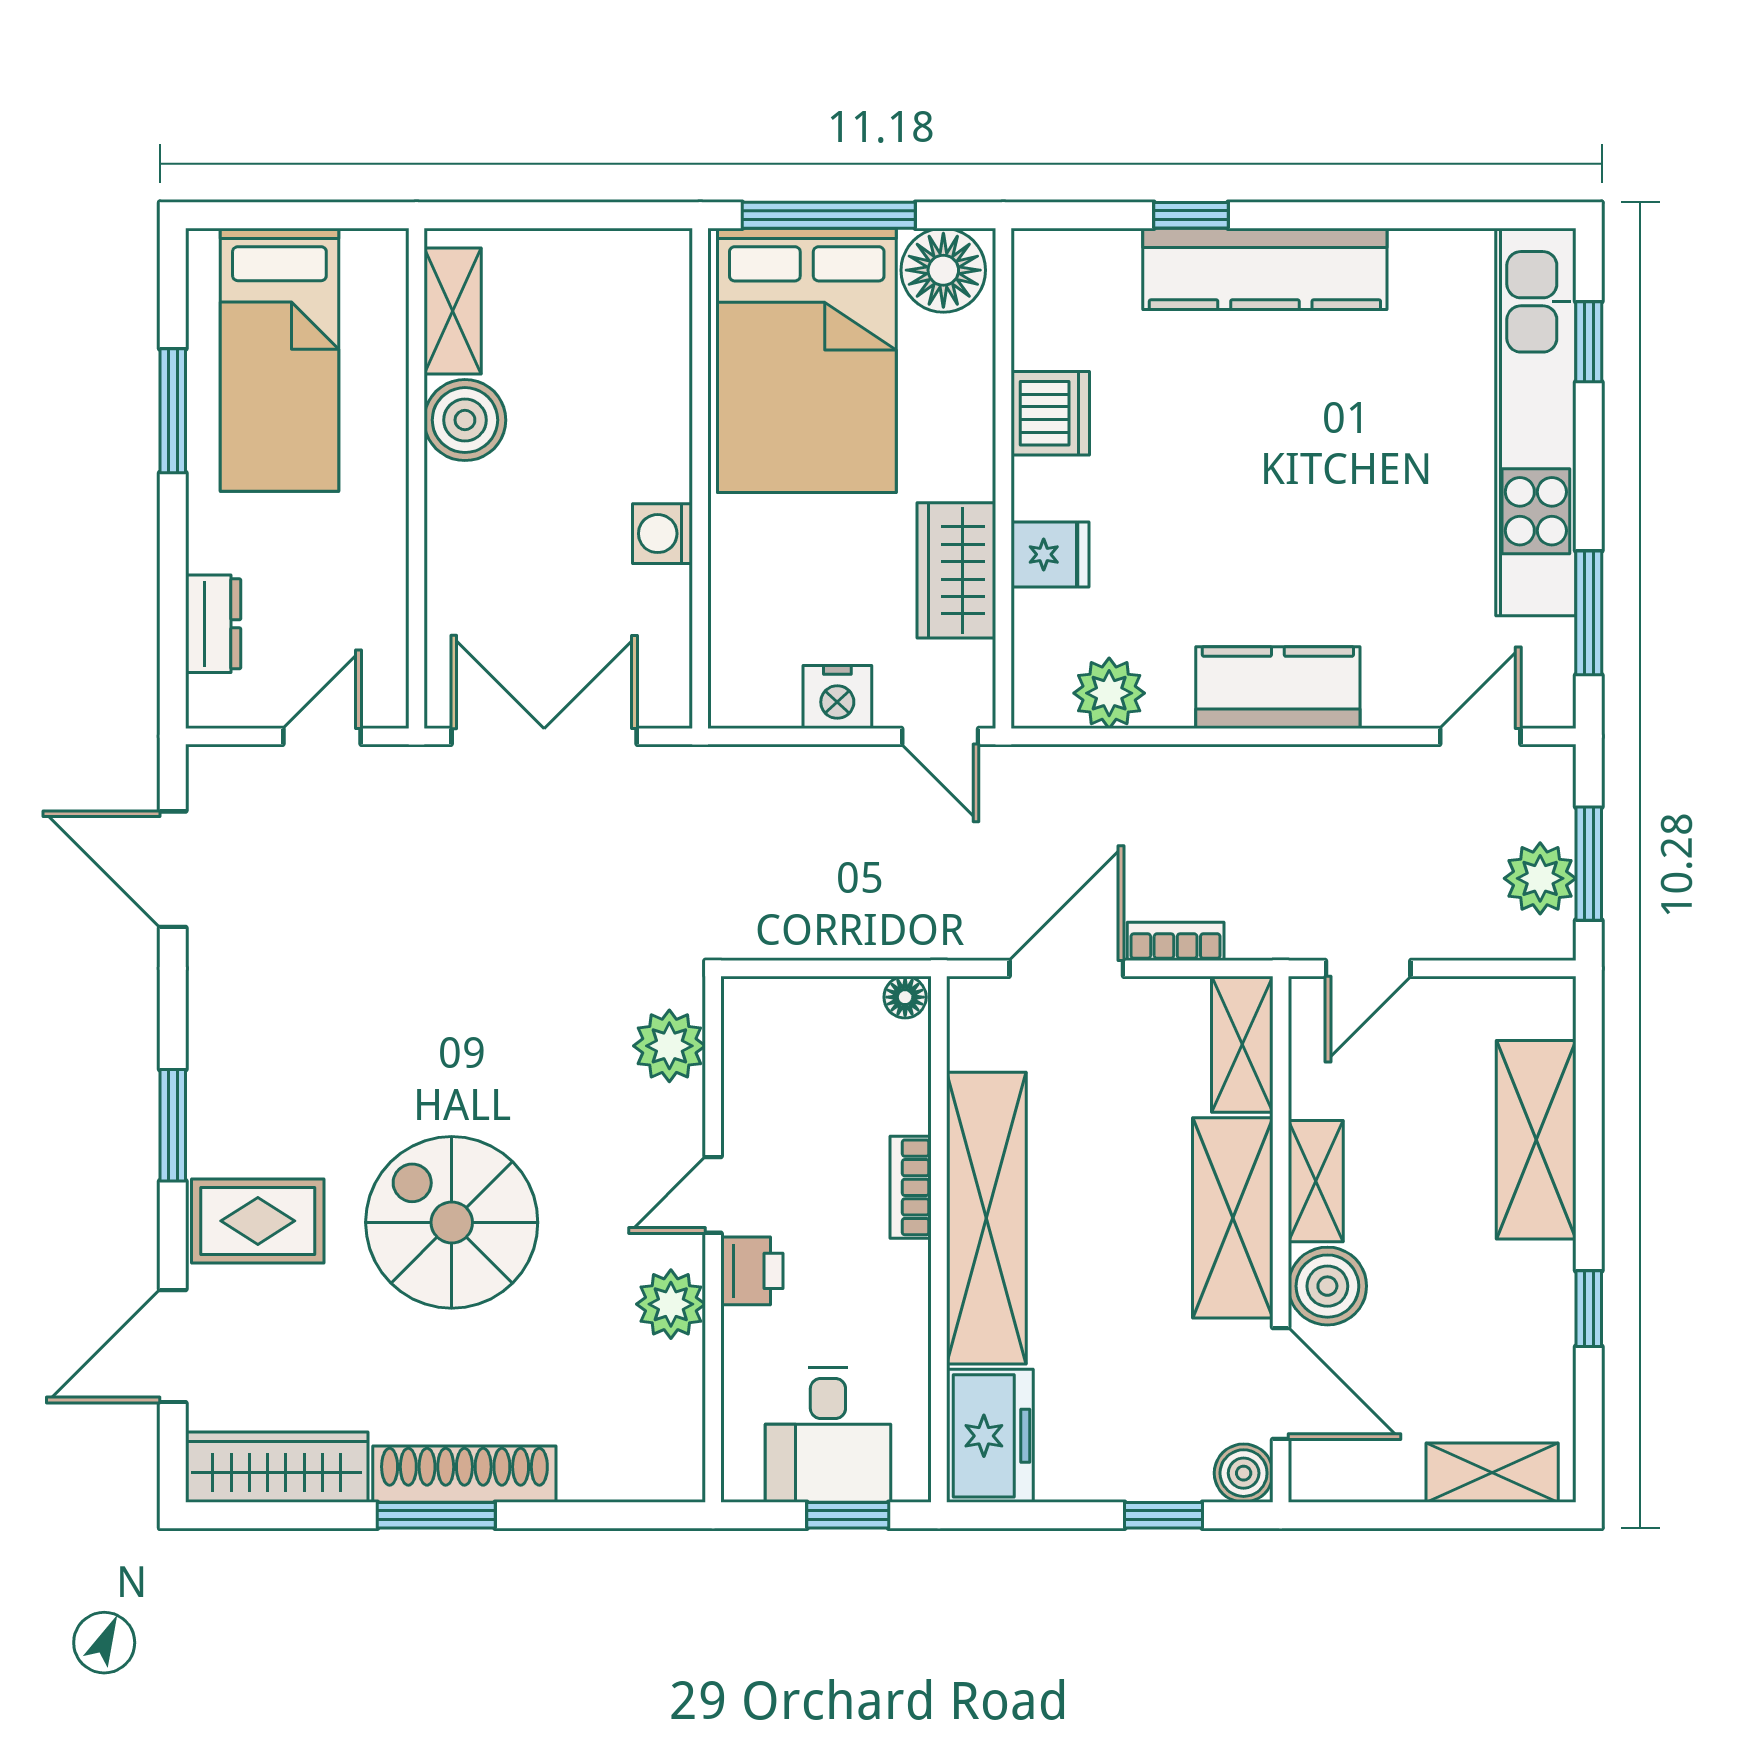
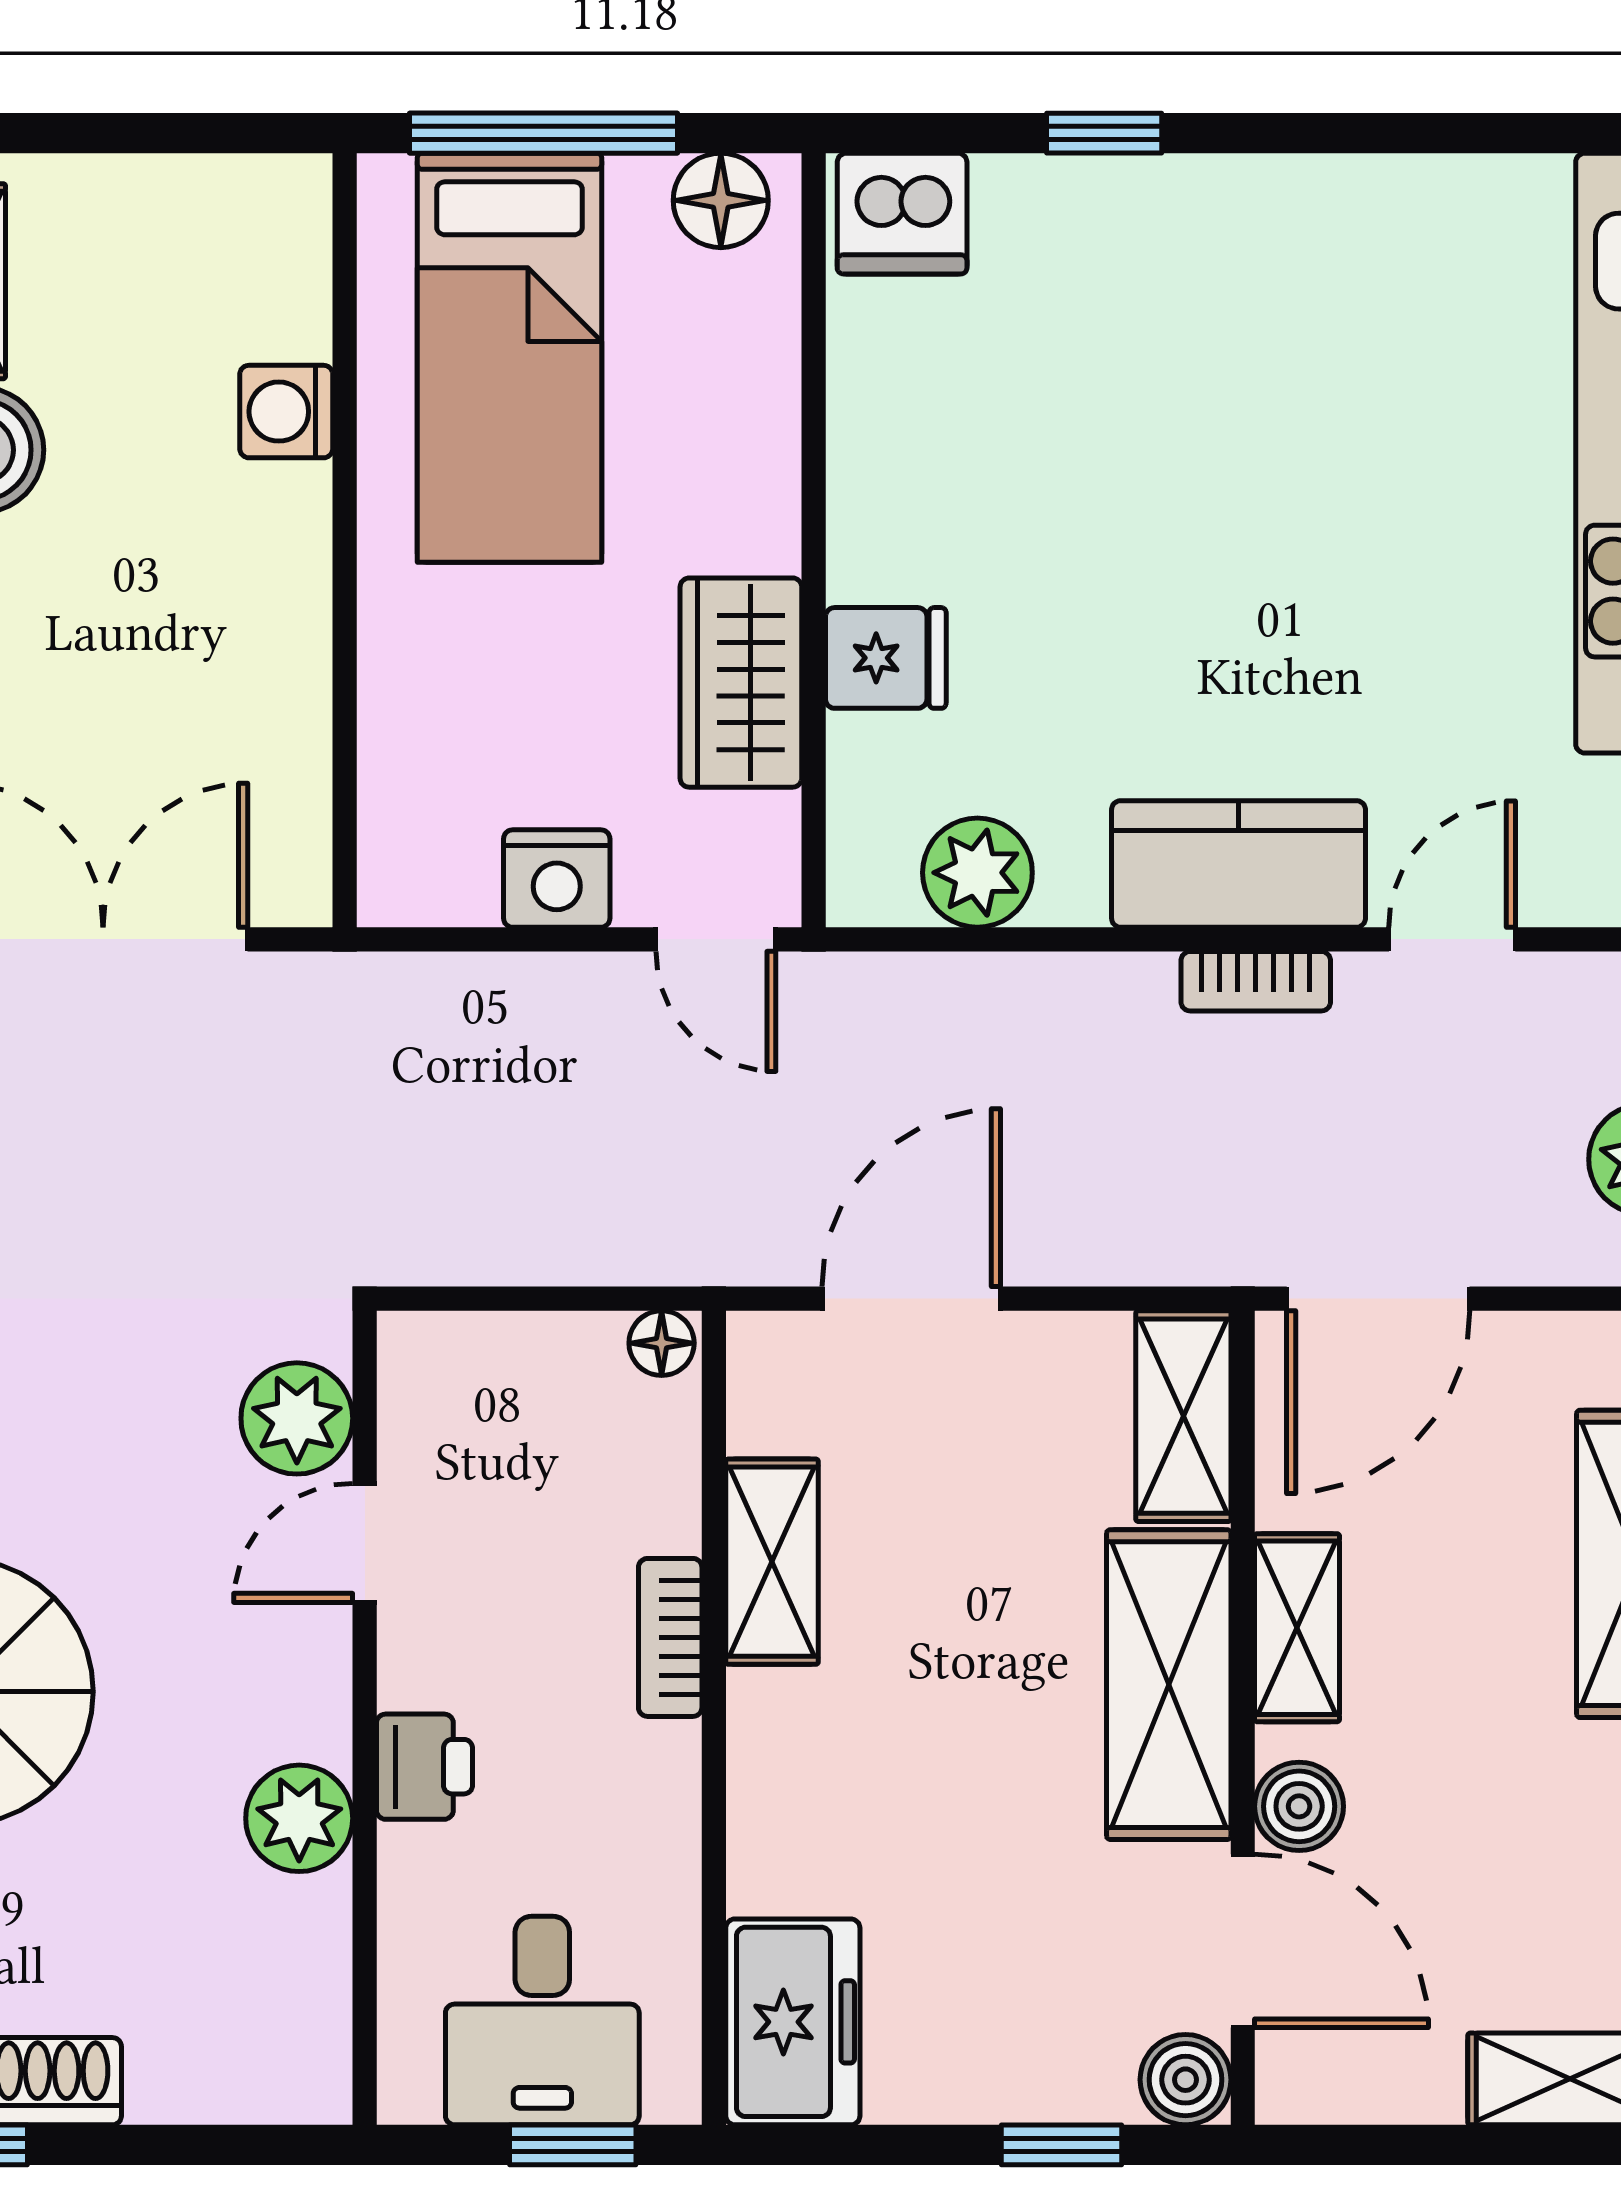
kitchen counter: (1265, 269) -> (1219, 216), removed
floor lamp: (943, 270) -> (721, 200), width x0.73, depth x0.73
bed: (807, 360) -> (509, 358), width x0.67
dishwasher: (1050, 413) -> (902, 214), moved, turned 90
washing machine: (663, 534) -> (286, 412), moved
door: (1480, 736) -> (1452, 939), moved
bookcase: (1176, 941) -> (1256, 981), moved, turned 180
door: (1368, 968) -> (1378, 1299), width x1.38
door: (713, 1195) -> (365, 1543), moved
shelving: (986, 1218) -> (772, 1562), width x0.45, depth x0.75
boiler: (1327, 1286) -> (1299, 1806), width x0.73, depth x0.73

